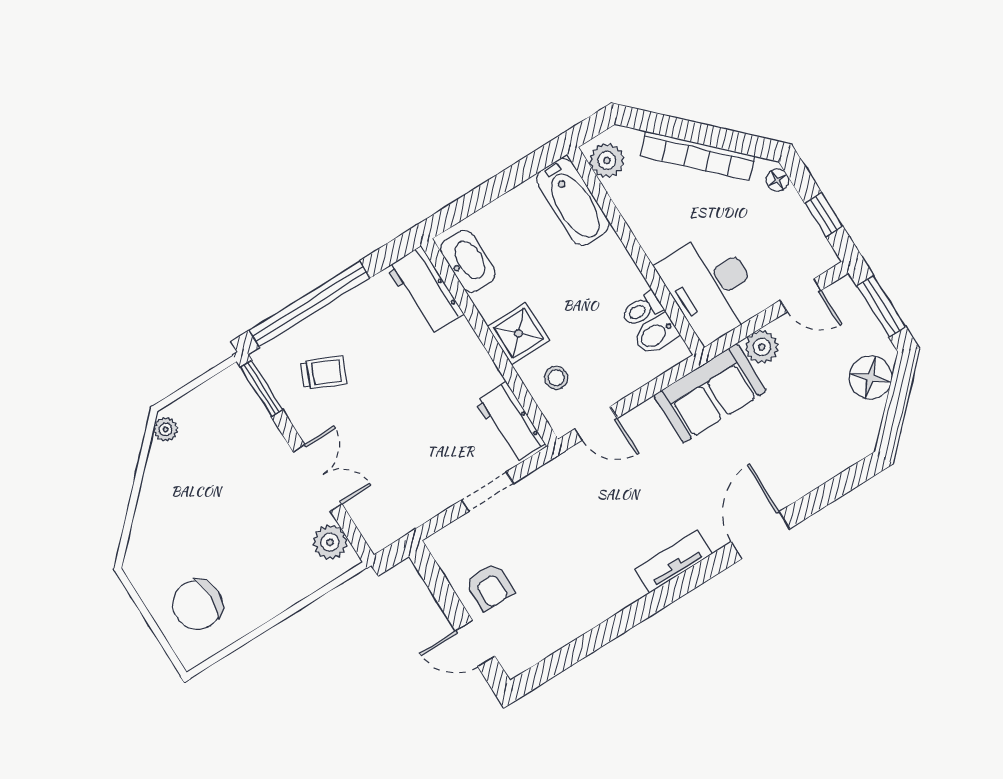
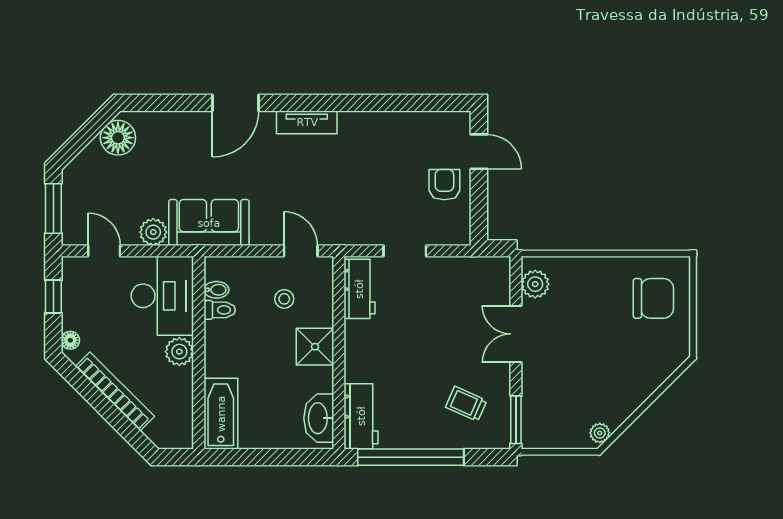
plant: (607, 160) -> (179, 352), moved
window: (310, 304) -> (411, 457), moved
bidet: (656, 334) -> (216, 290), width x0.72, depth x0.74
floor lamp: (870, 377) -> (118, 138), moved
stool: (556, 378) -> (284, 299), moved

